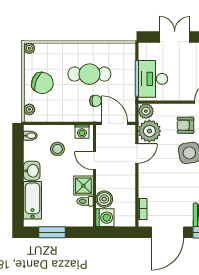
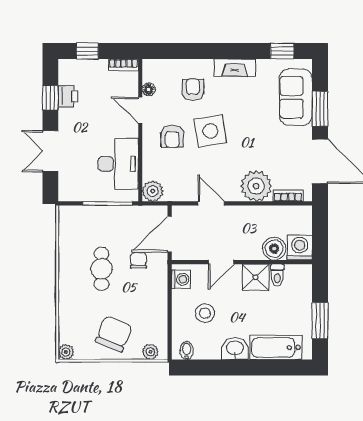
cafe table: (89, 74) -> (102, 269), width x0.73, depth x0.74
desk: (153, 79) -> (118, 164), moved, turned -90
plant: (149, 131) -> (256, 186), moved

